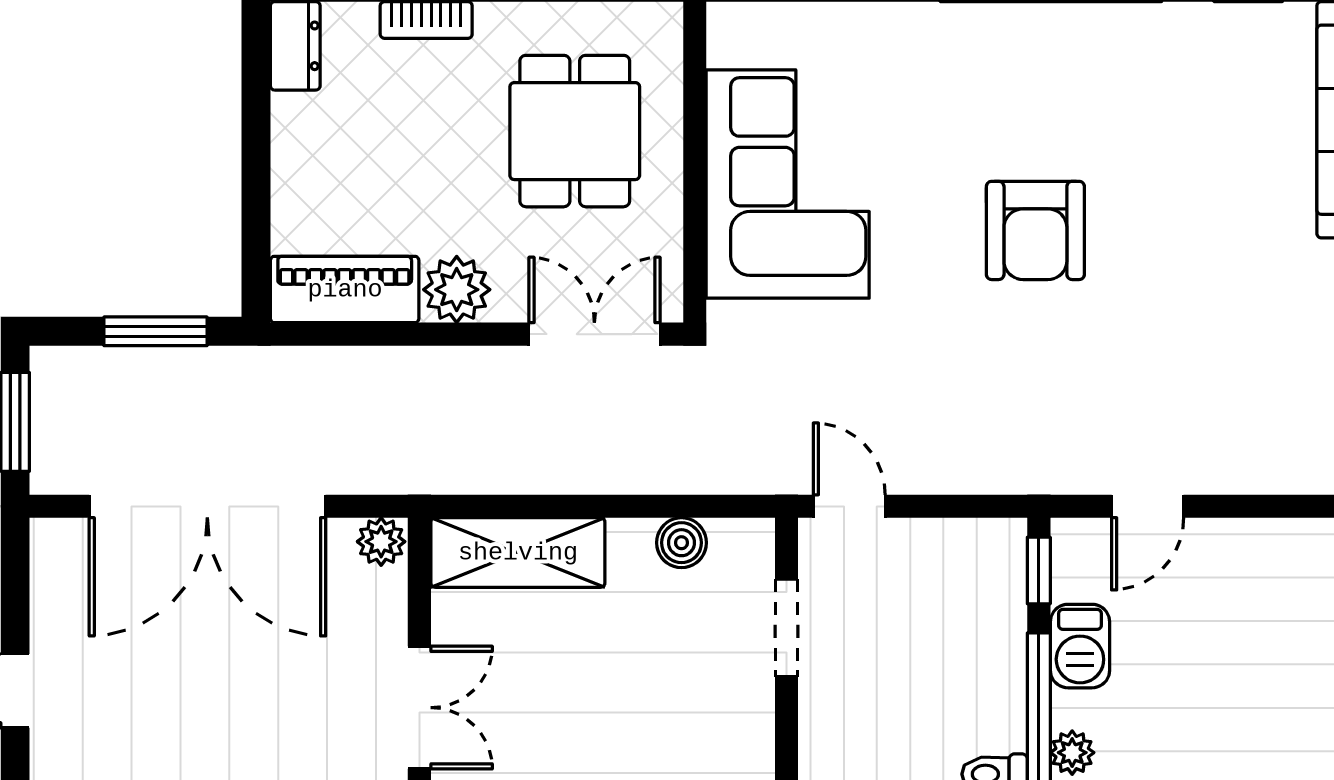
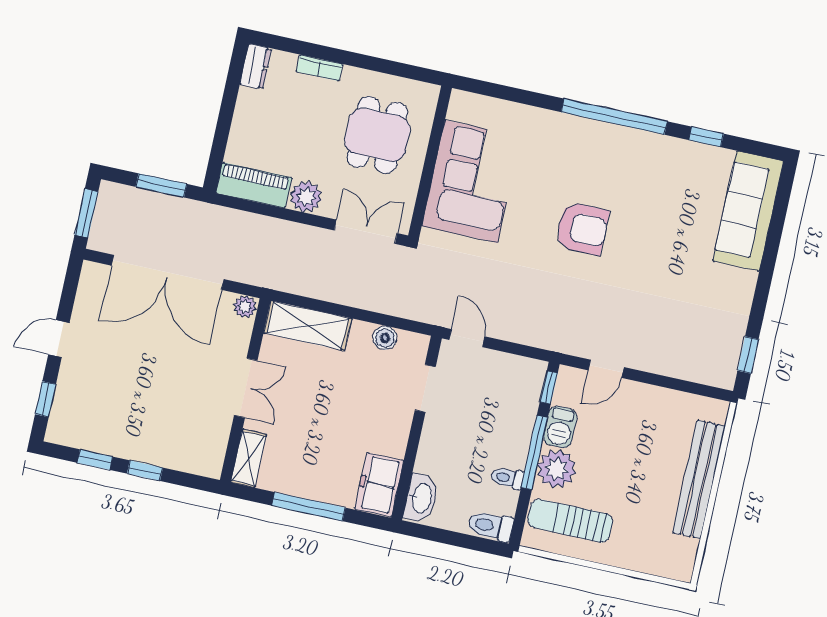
armchair: (1035, 230) -> (582, 229), turned -90
plant: (1072, 753) -> (557, 469), width x1.88, depth x1.88

